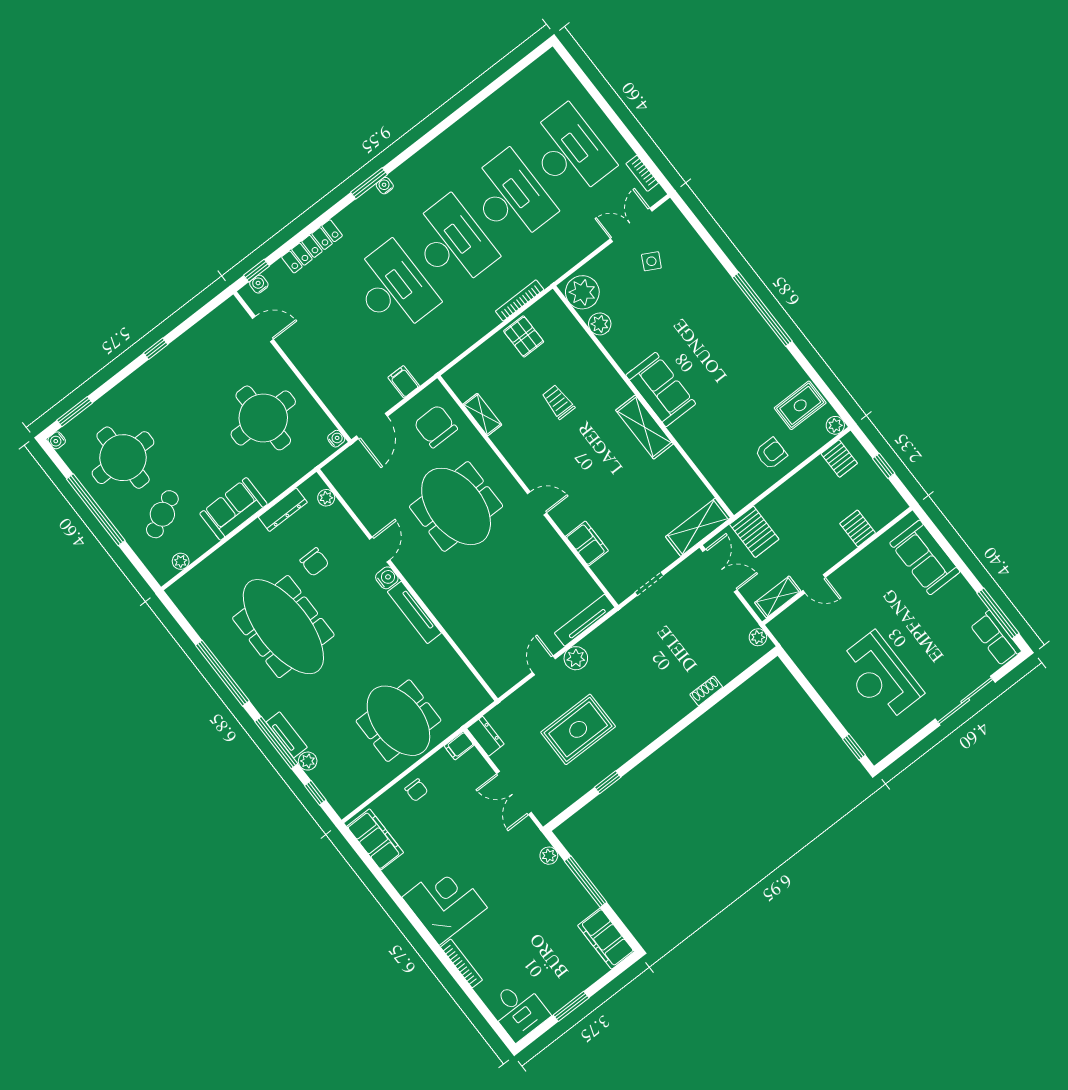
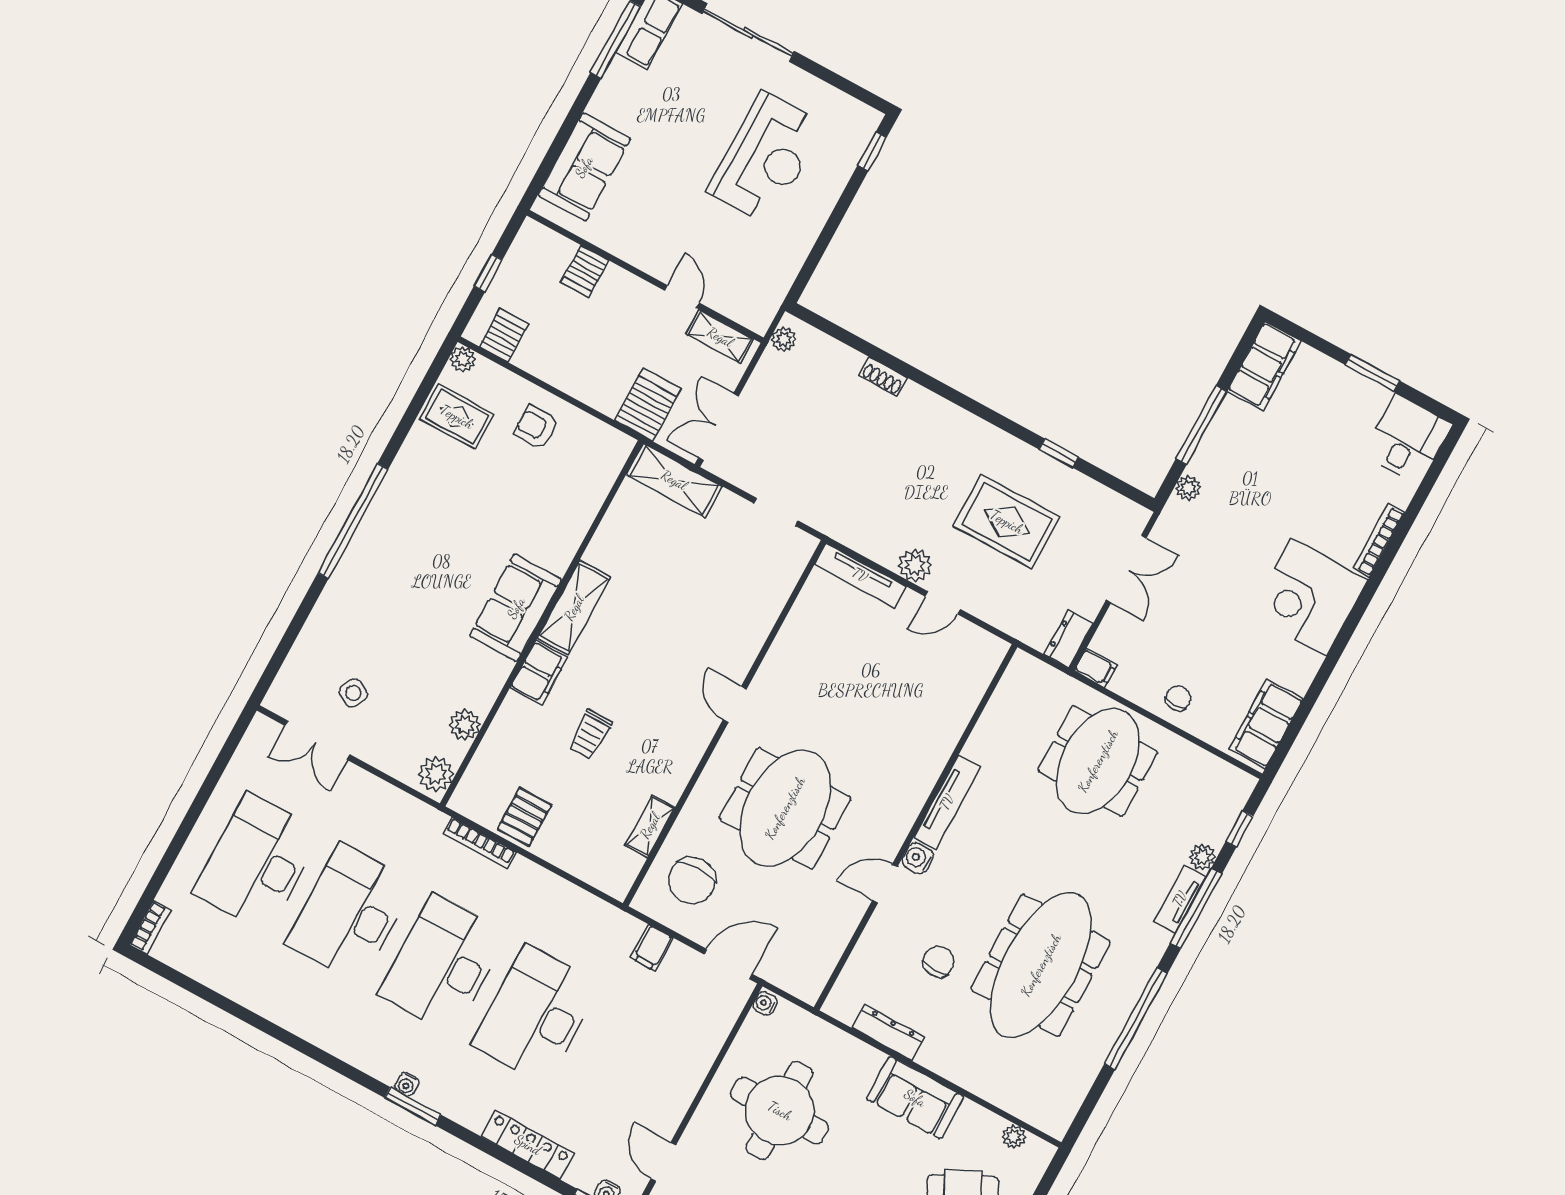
bookcase: (642, 173) -> (150, 927), moved
plant: (582, 292) -> (436, 774), width x0.73, depth x0.73
plant: (326, 498) -> (848, 983), removed
filing cabinet: (587, 543) -> (539, 673), moved, turned 180

